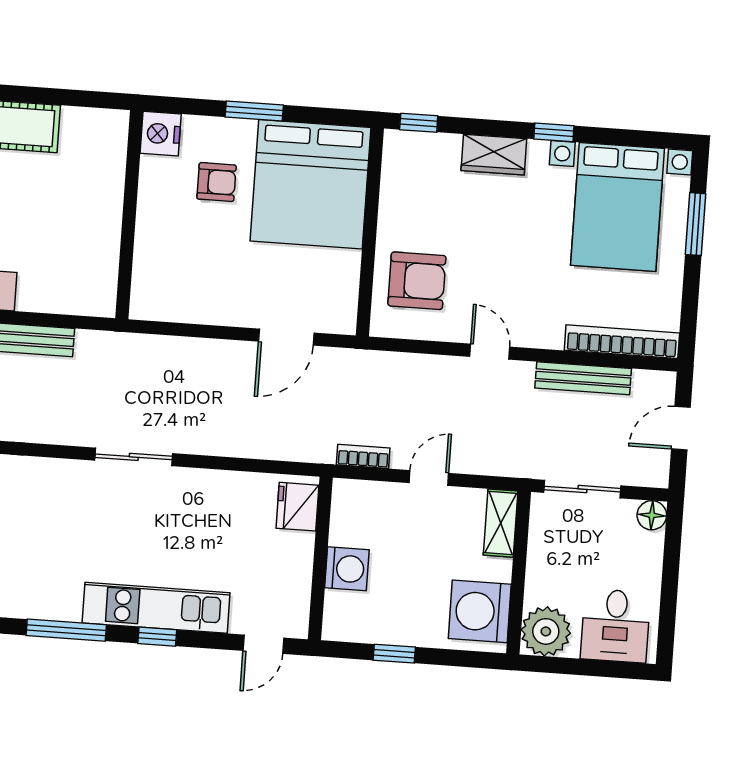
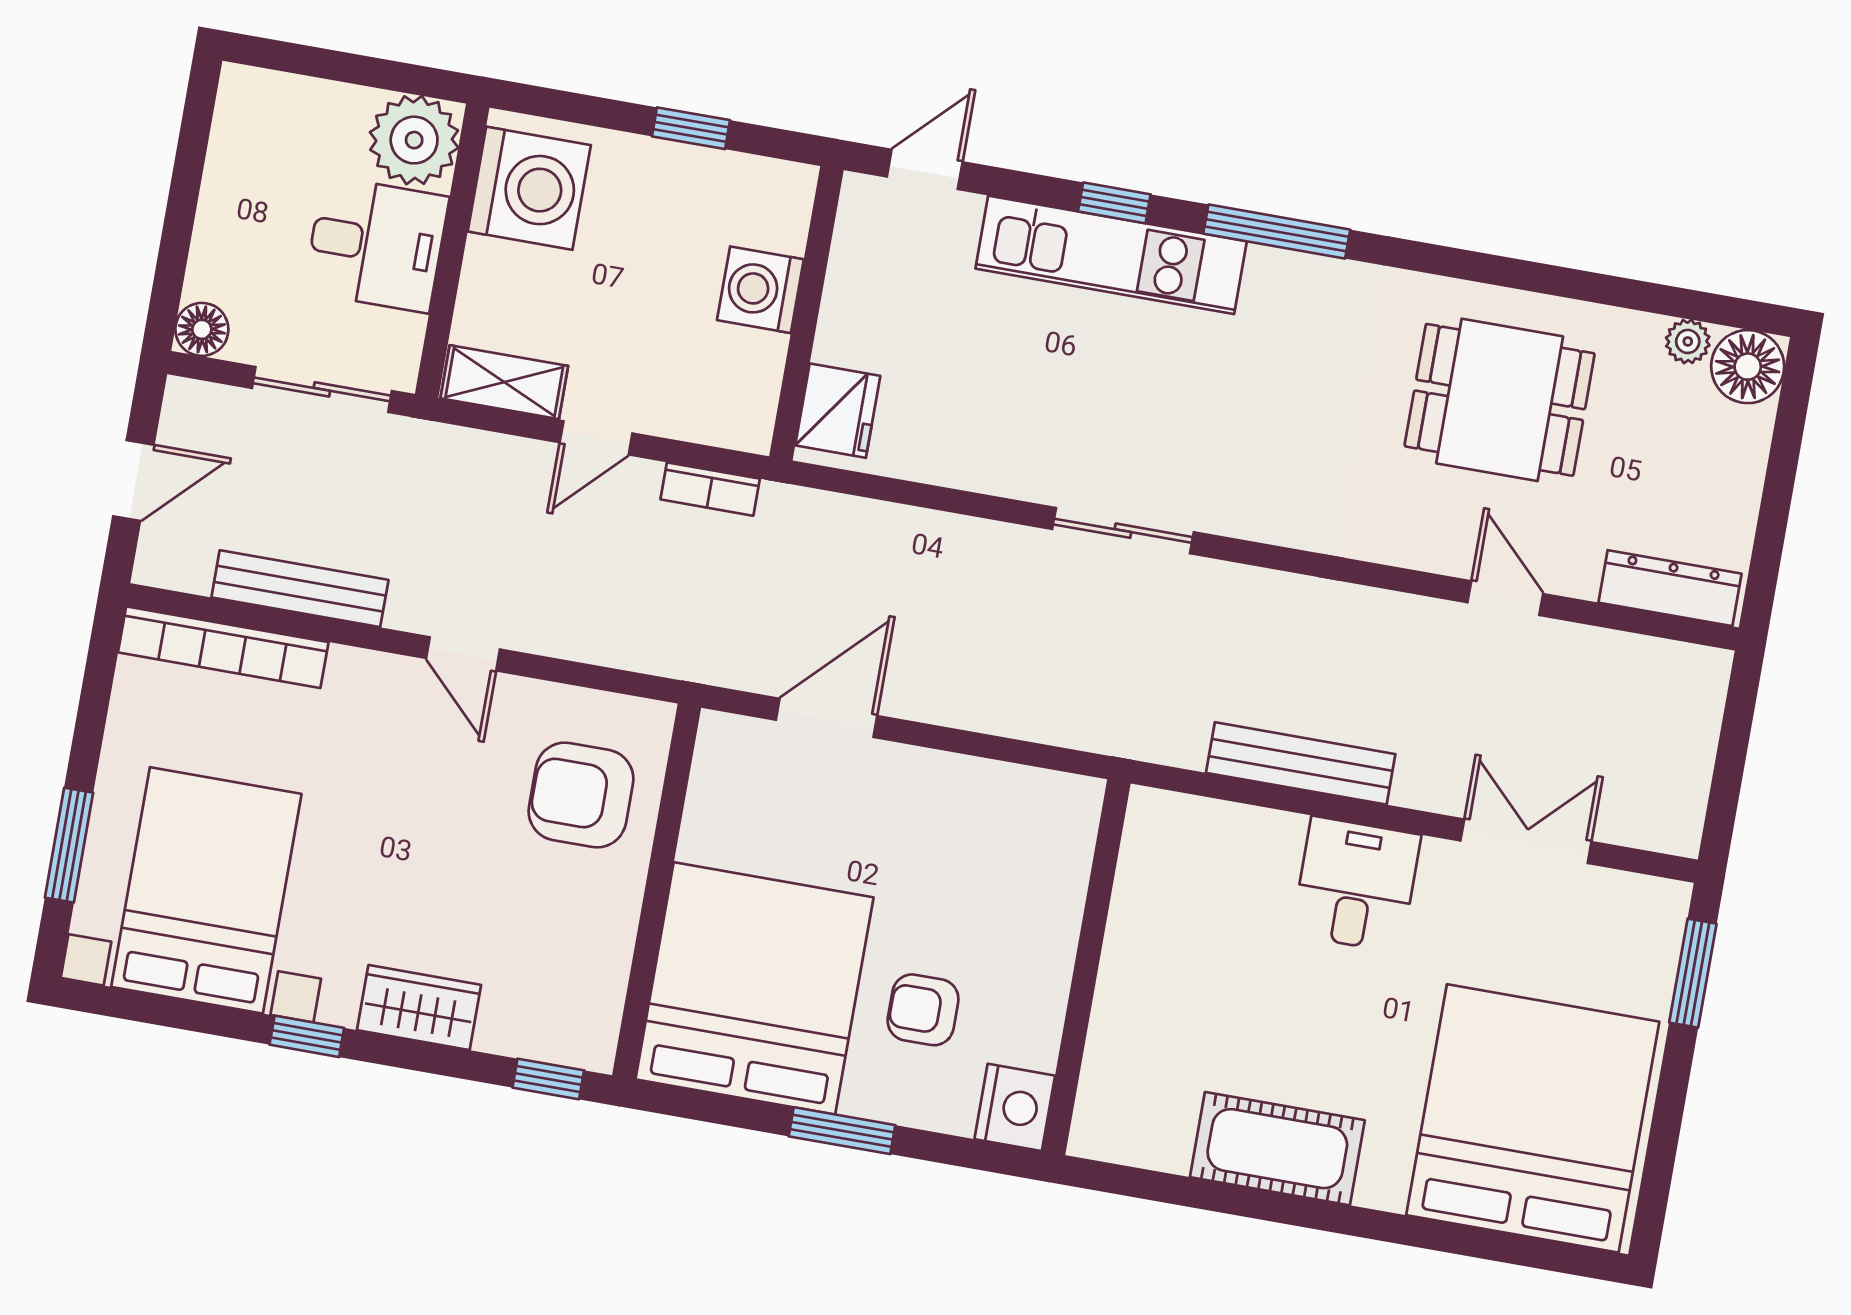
shelving: (501, 523) -> (504, 382), moved, turned 90
desk: (615, 626) -> (376, 244), moved, turned 90

